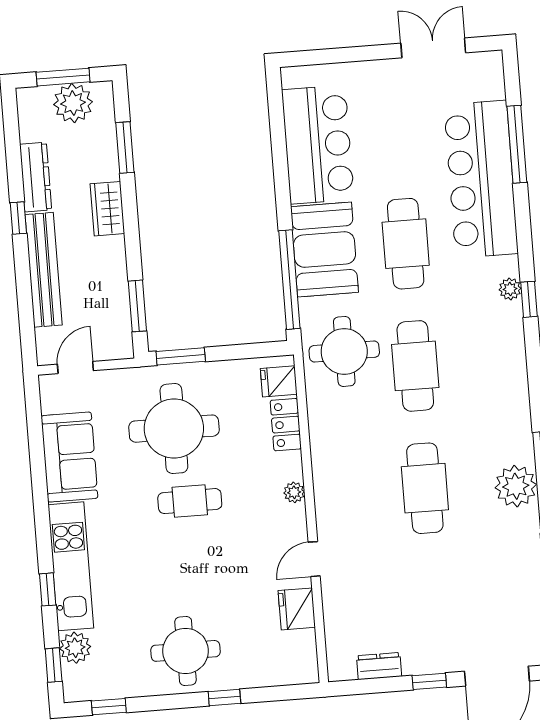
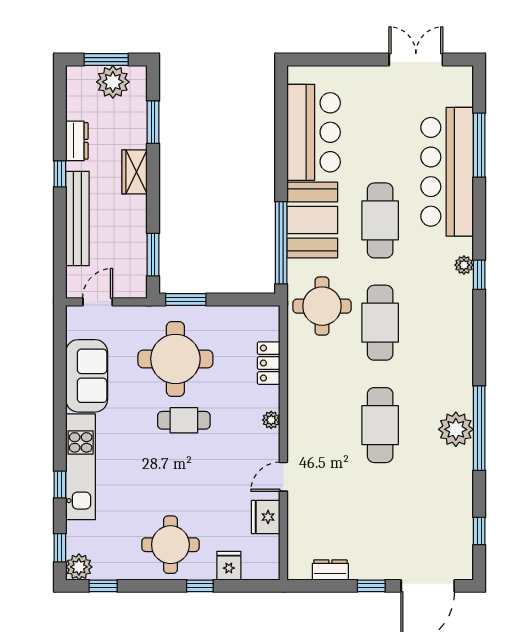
dresser: (36, 177) -> (77, 141), width x0.70
fridge: (279, 381) -> (229, 566), moved, turned 90
plant: (75, 648) -> (79, 567), moved

